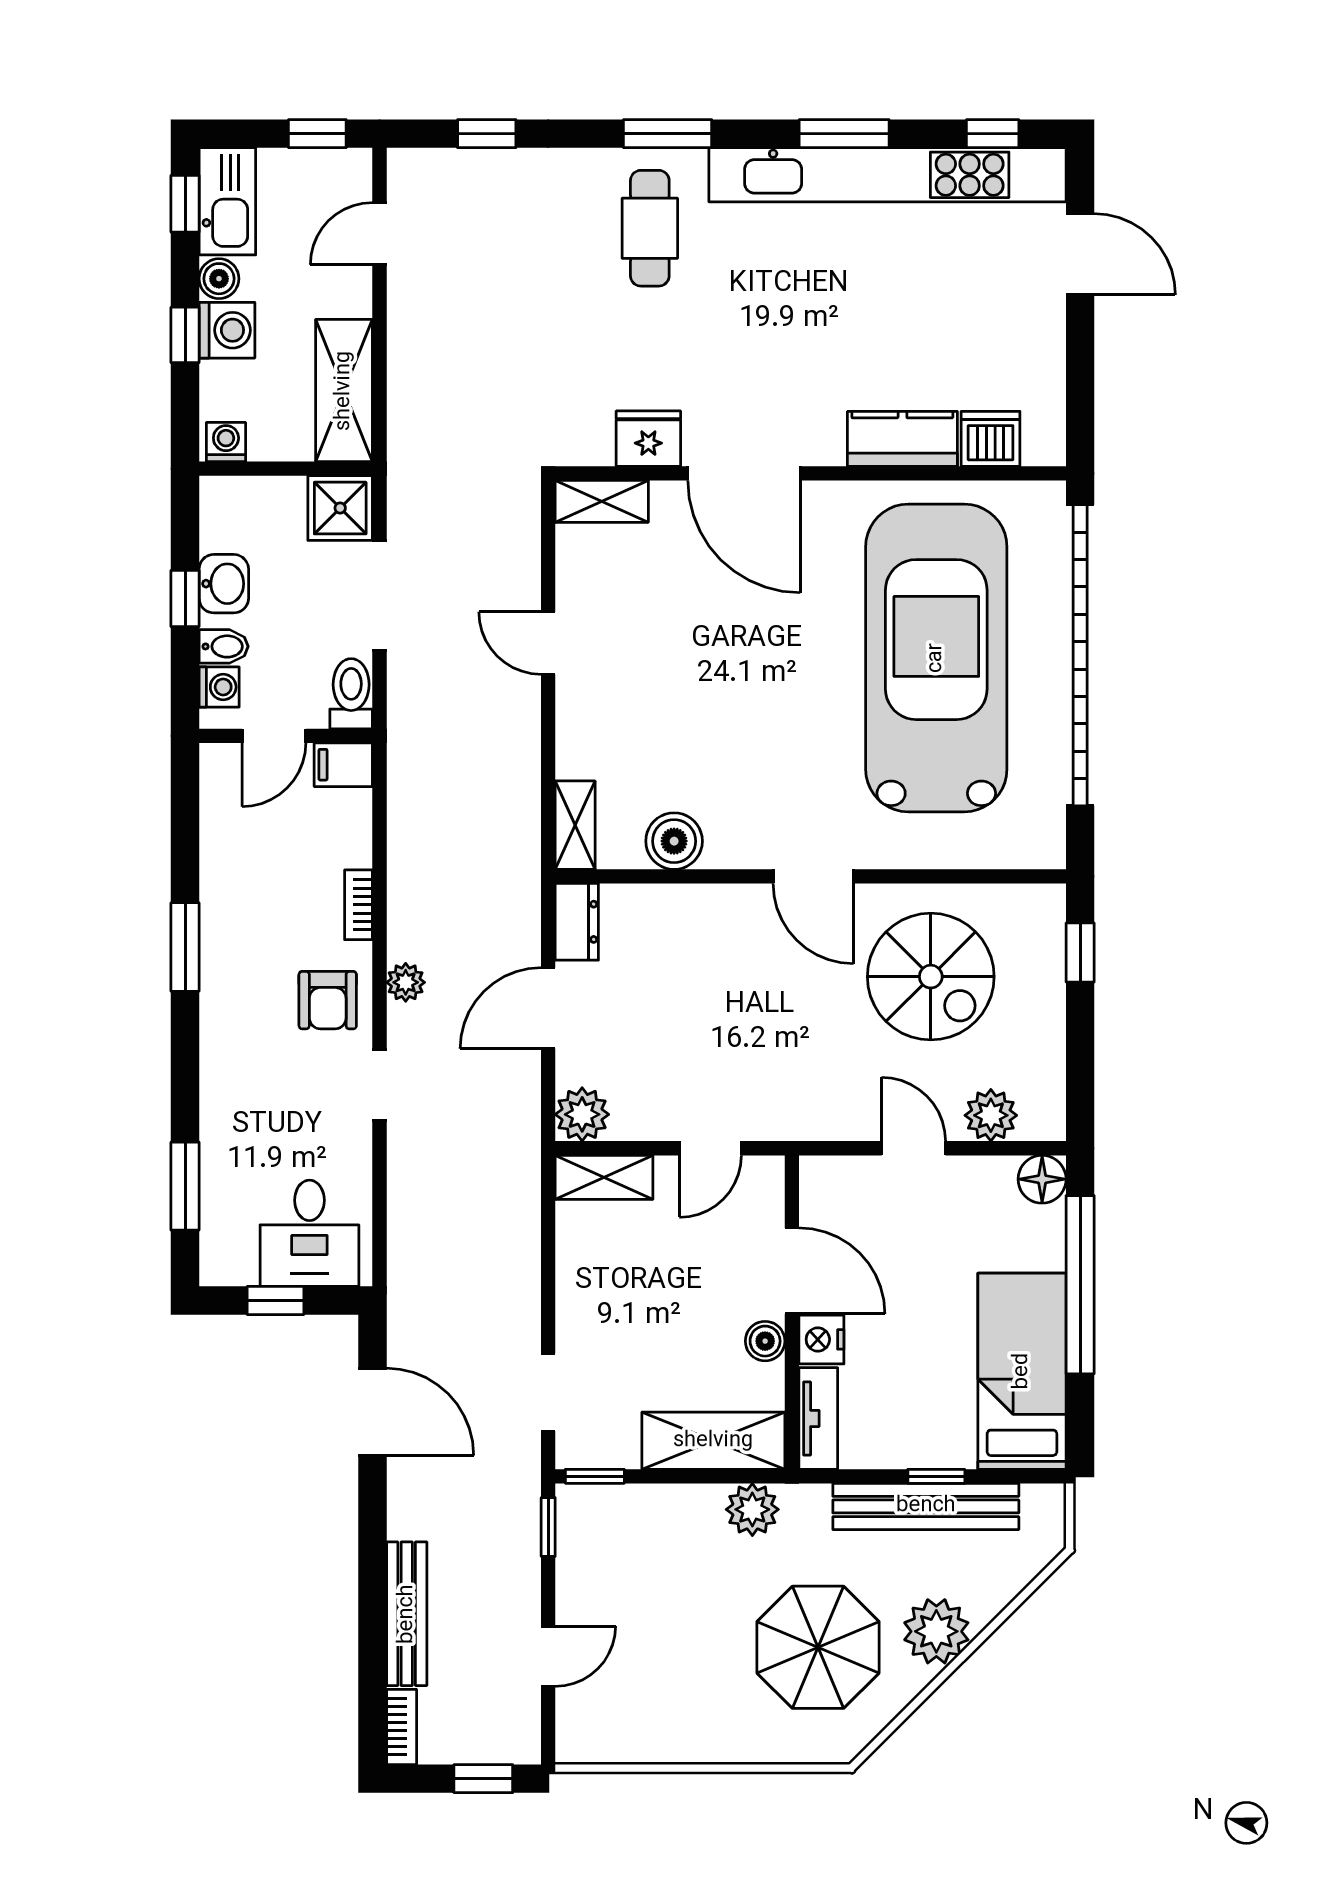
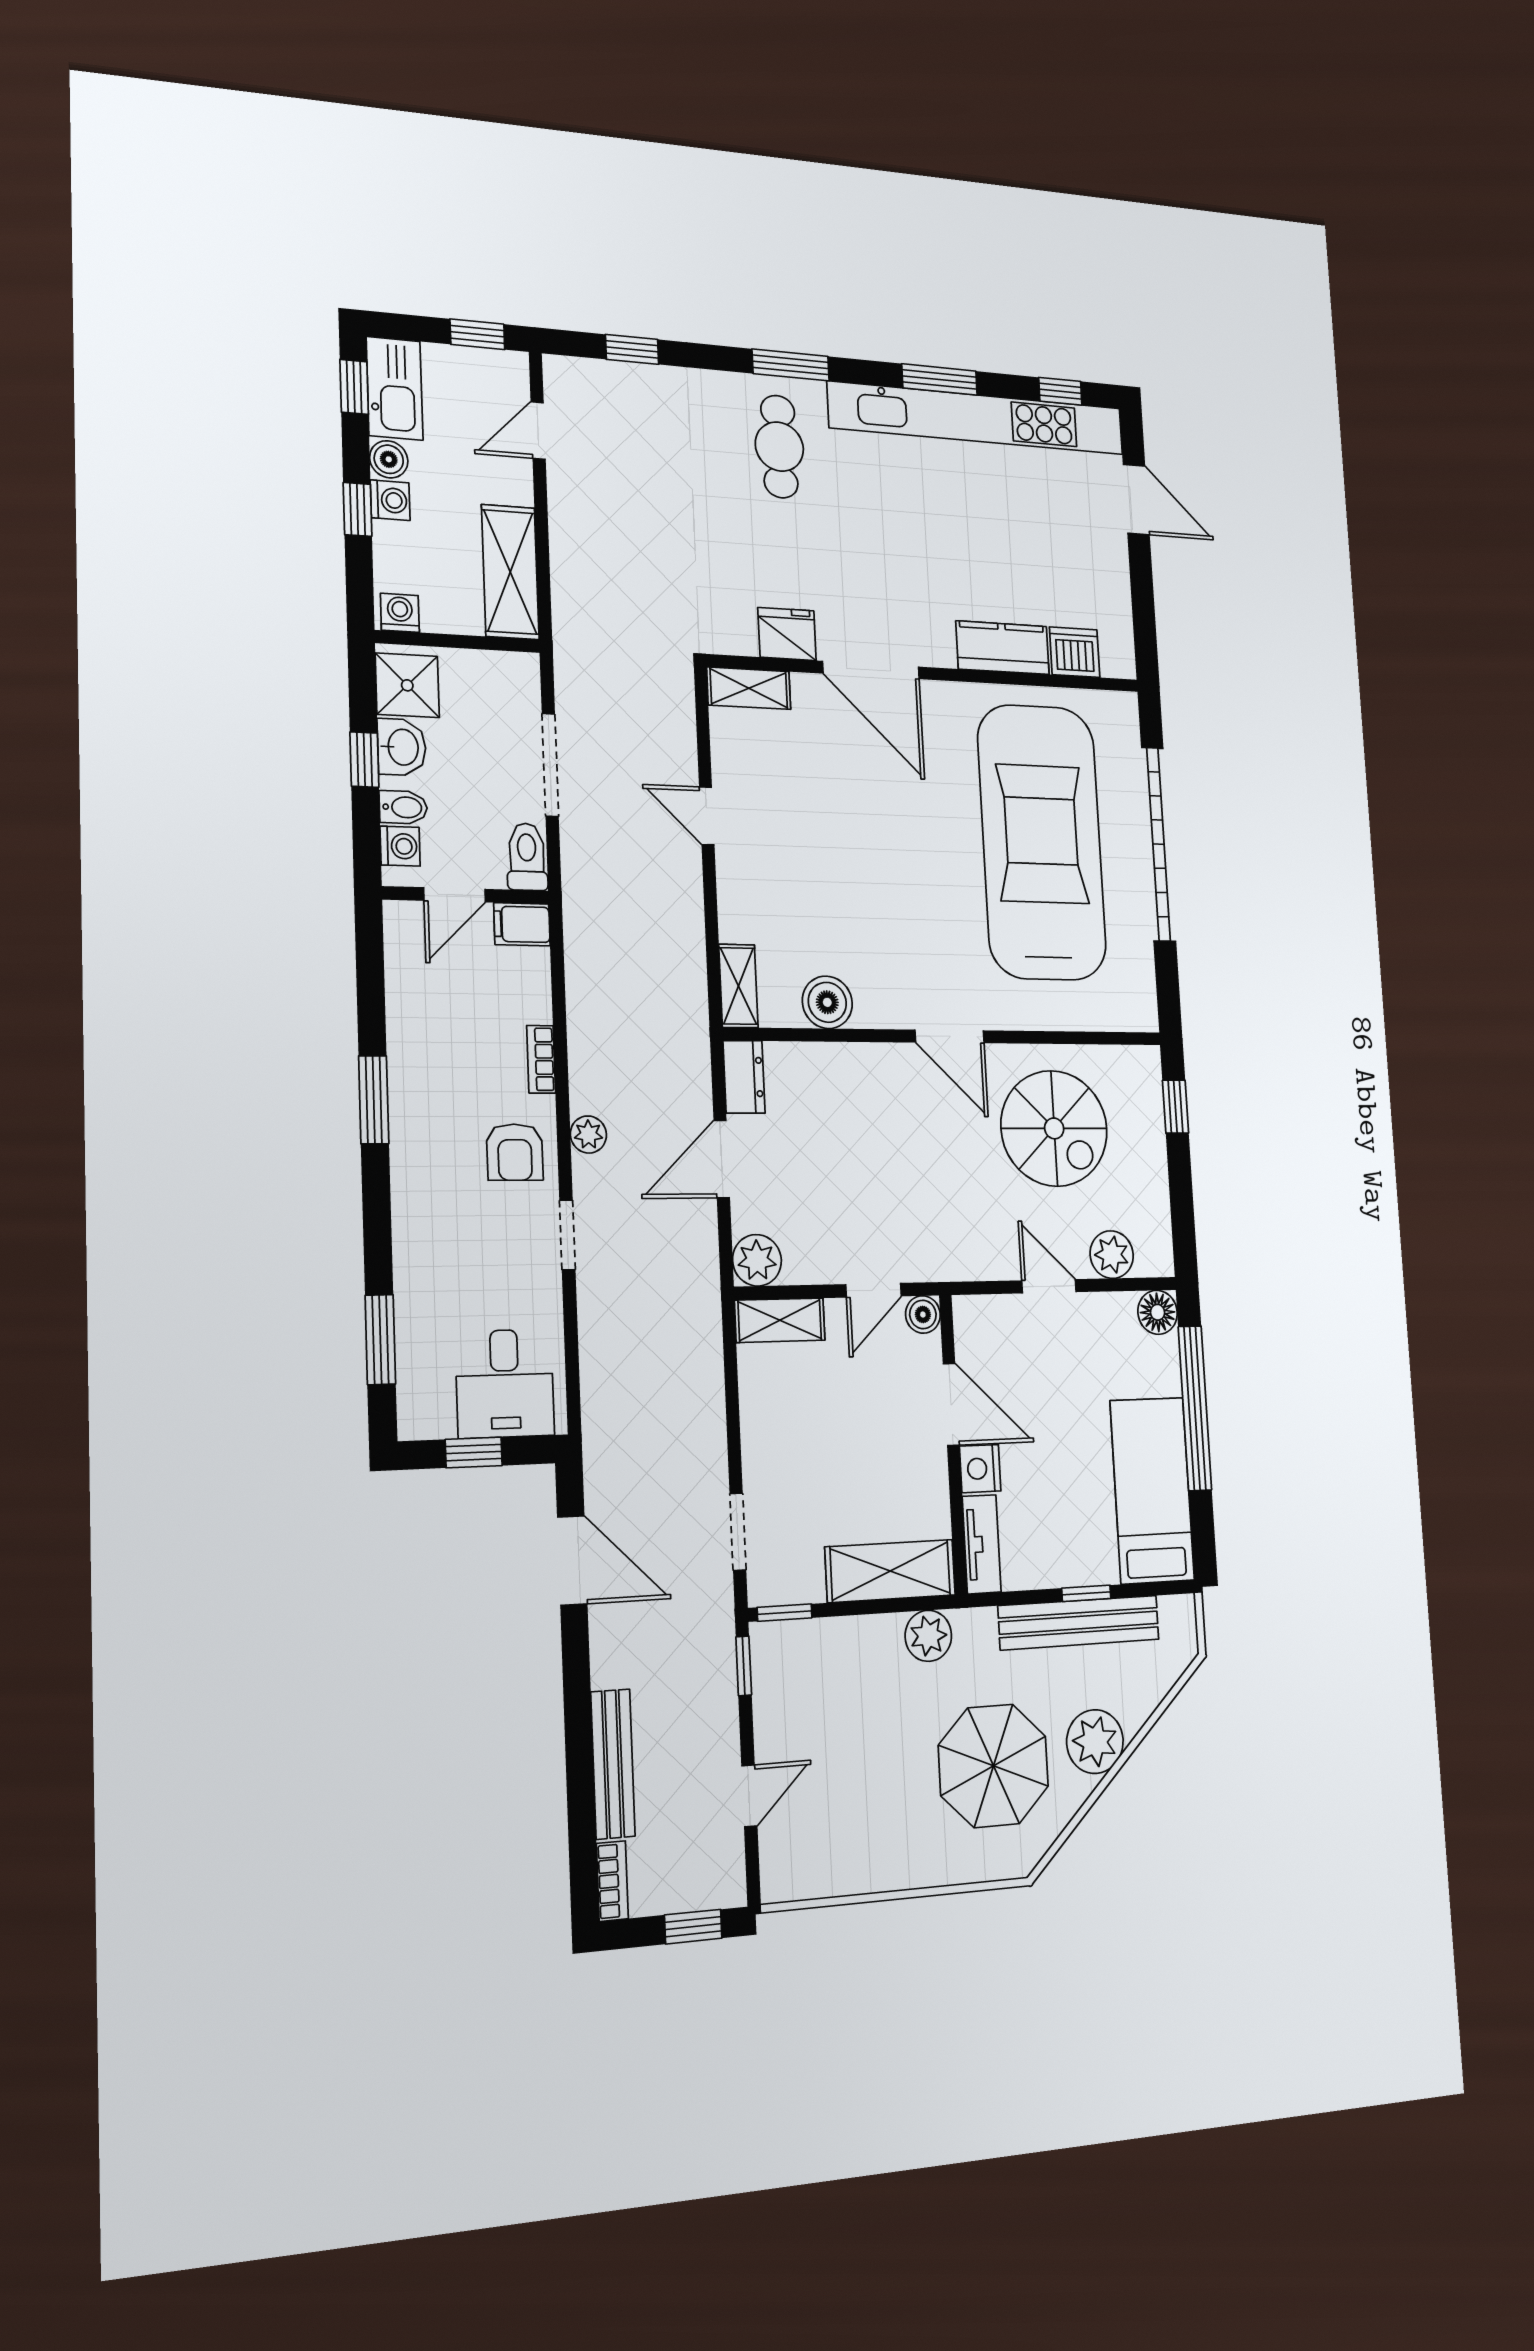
washing machine: (227, 330) -> (390, 500), width x0.73, depth x0.73
shower: (340, 508) -> (407, 685), moved
garage door: (1080, 655) -> (1159, 844), width x0.73
boiler: (765, 1341) -> (923, 1314), moved

